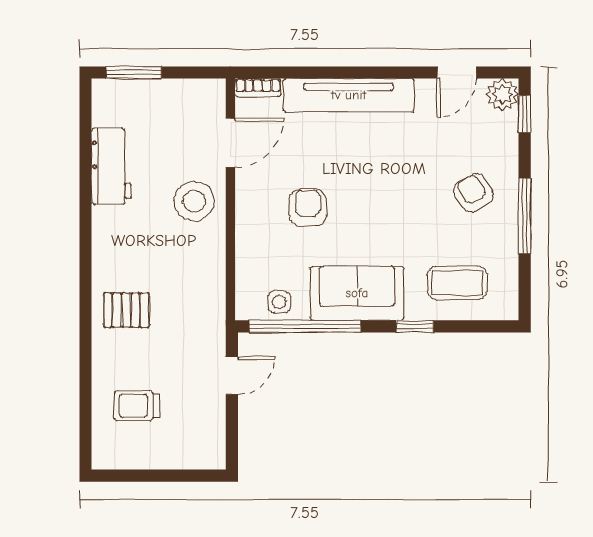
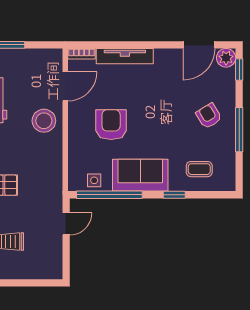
door: (457, 72) -> (199, 45), width x1.38
tv unit: (349, 95) -> (125, 56), width x0.73, depth x0.78
armchair: (308, 207) -> (111, 125), width x1.38, depth x1.38
coffee table: (457, 283) -> (199, 169), width x0.73, depth x0.77

